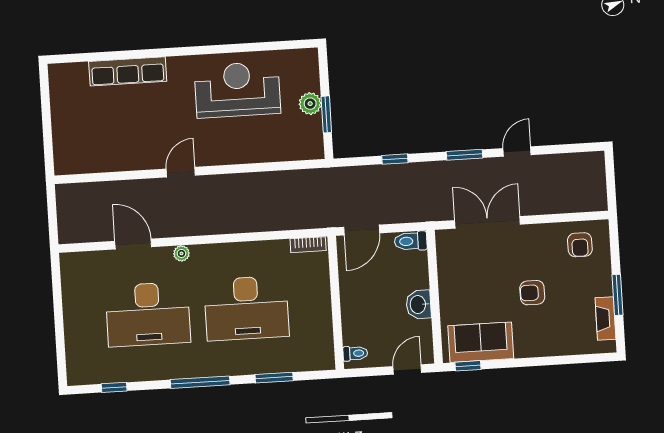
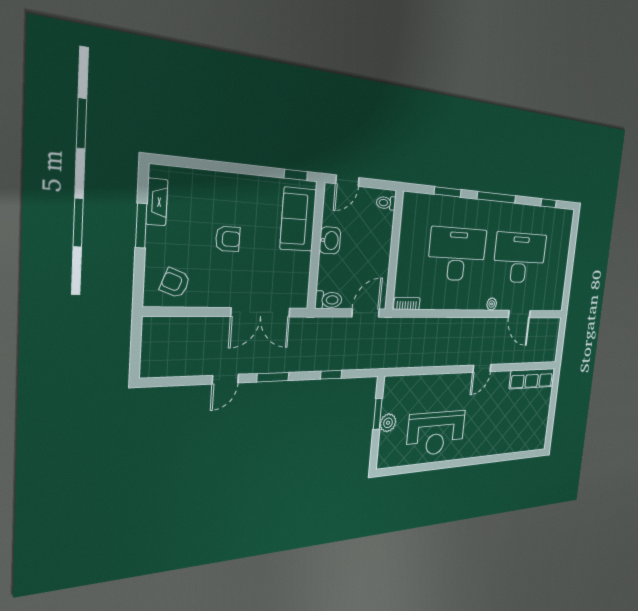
row of seats: (128, 71) -> (532, 379), moved, turned 180
armchair: (580, 245) -> (175, 283), turned -69
sofa: (481, 342) -> (298, 219), moved, turned 90

